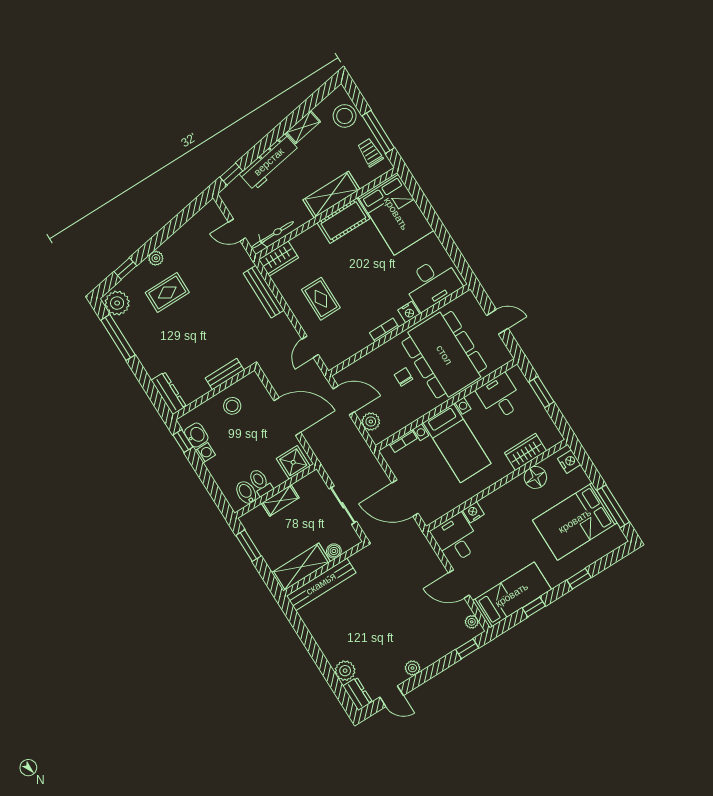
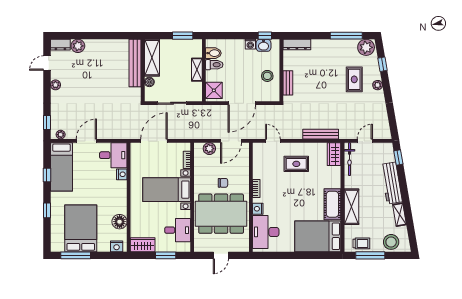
wardrobe: (525, 452) -> (143, 245), moved, turned -90

